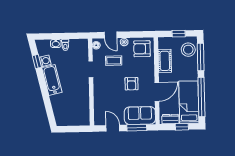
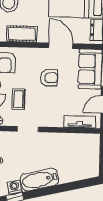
tv unit: (98, 109) -> (80, 122), added

